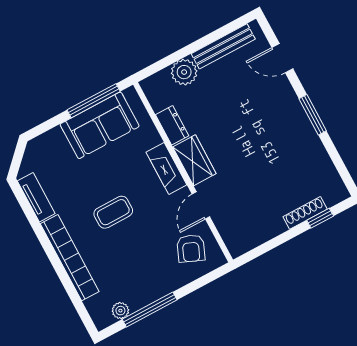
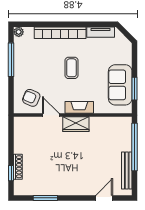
window: (181, 54) -> (135, 147), added
plant: (184, 72) -> (124, 143), removed
window: (94, 101) -> (135, 89), width x0.69
window: (313, 115) -> (45, 198), moved
dresser: (172, 125) -> (100, 122), removed
plant: (120, 311) -> (19, 32), moved

